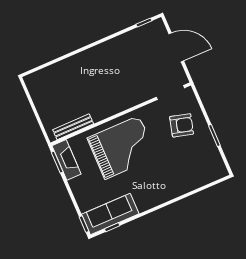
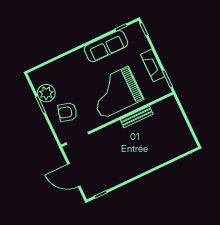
bench: (73, 127) -> (137, 117), moved
plant: (207, 150) -> (46, 93), added
fireplace: (66, 160) -> (153, 65), moved
sofa: (110, 214) -> (106, 46), moved

